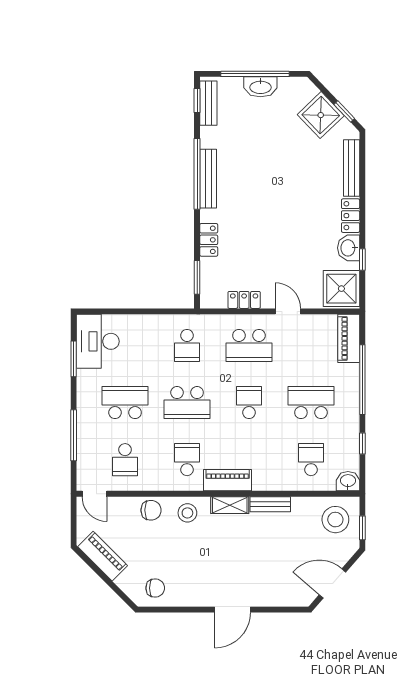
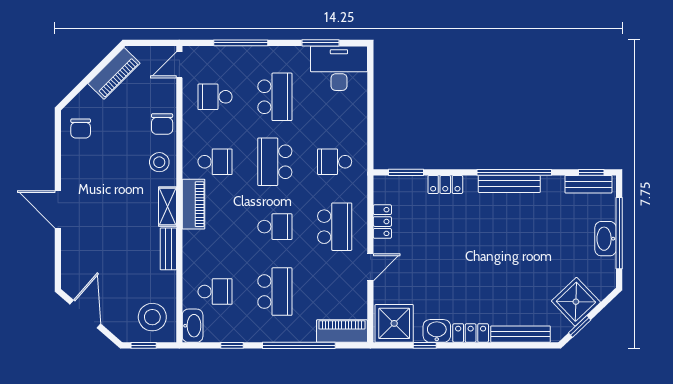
school desk: (249, 345) -> (335, 227), turned 180
washbasin: (348, 481) -> (193, 326), width x1.38

